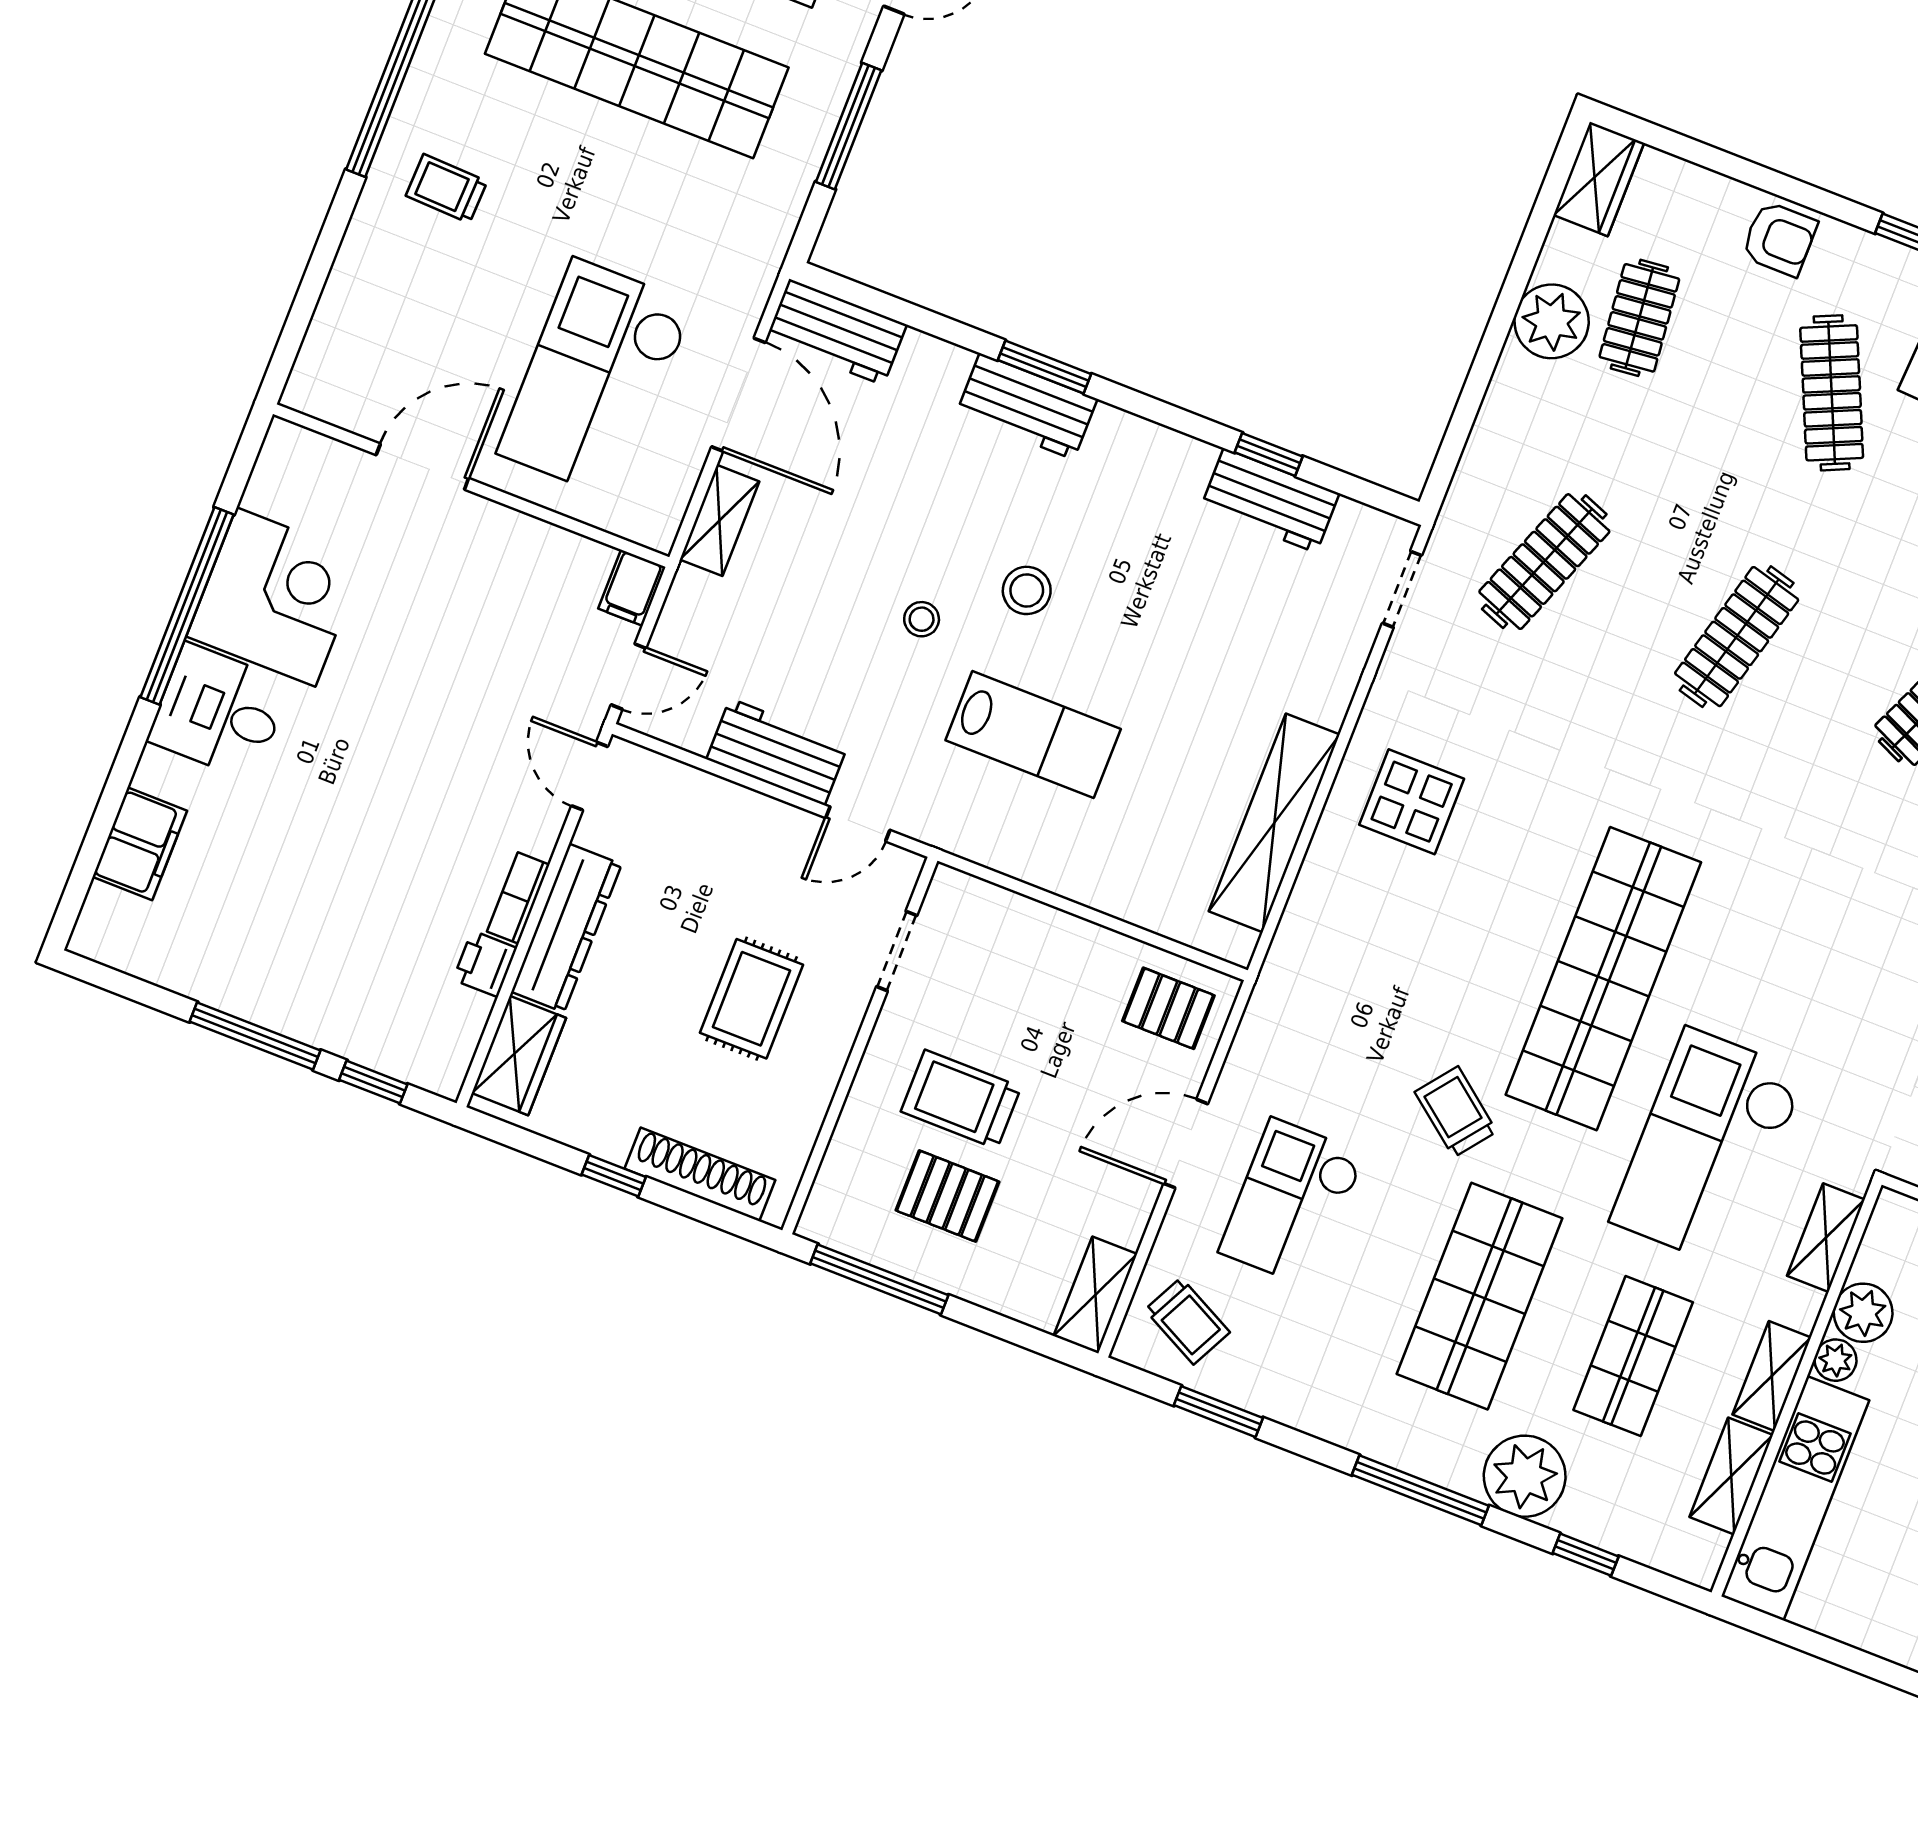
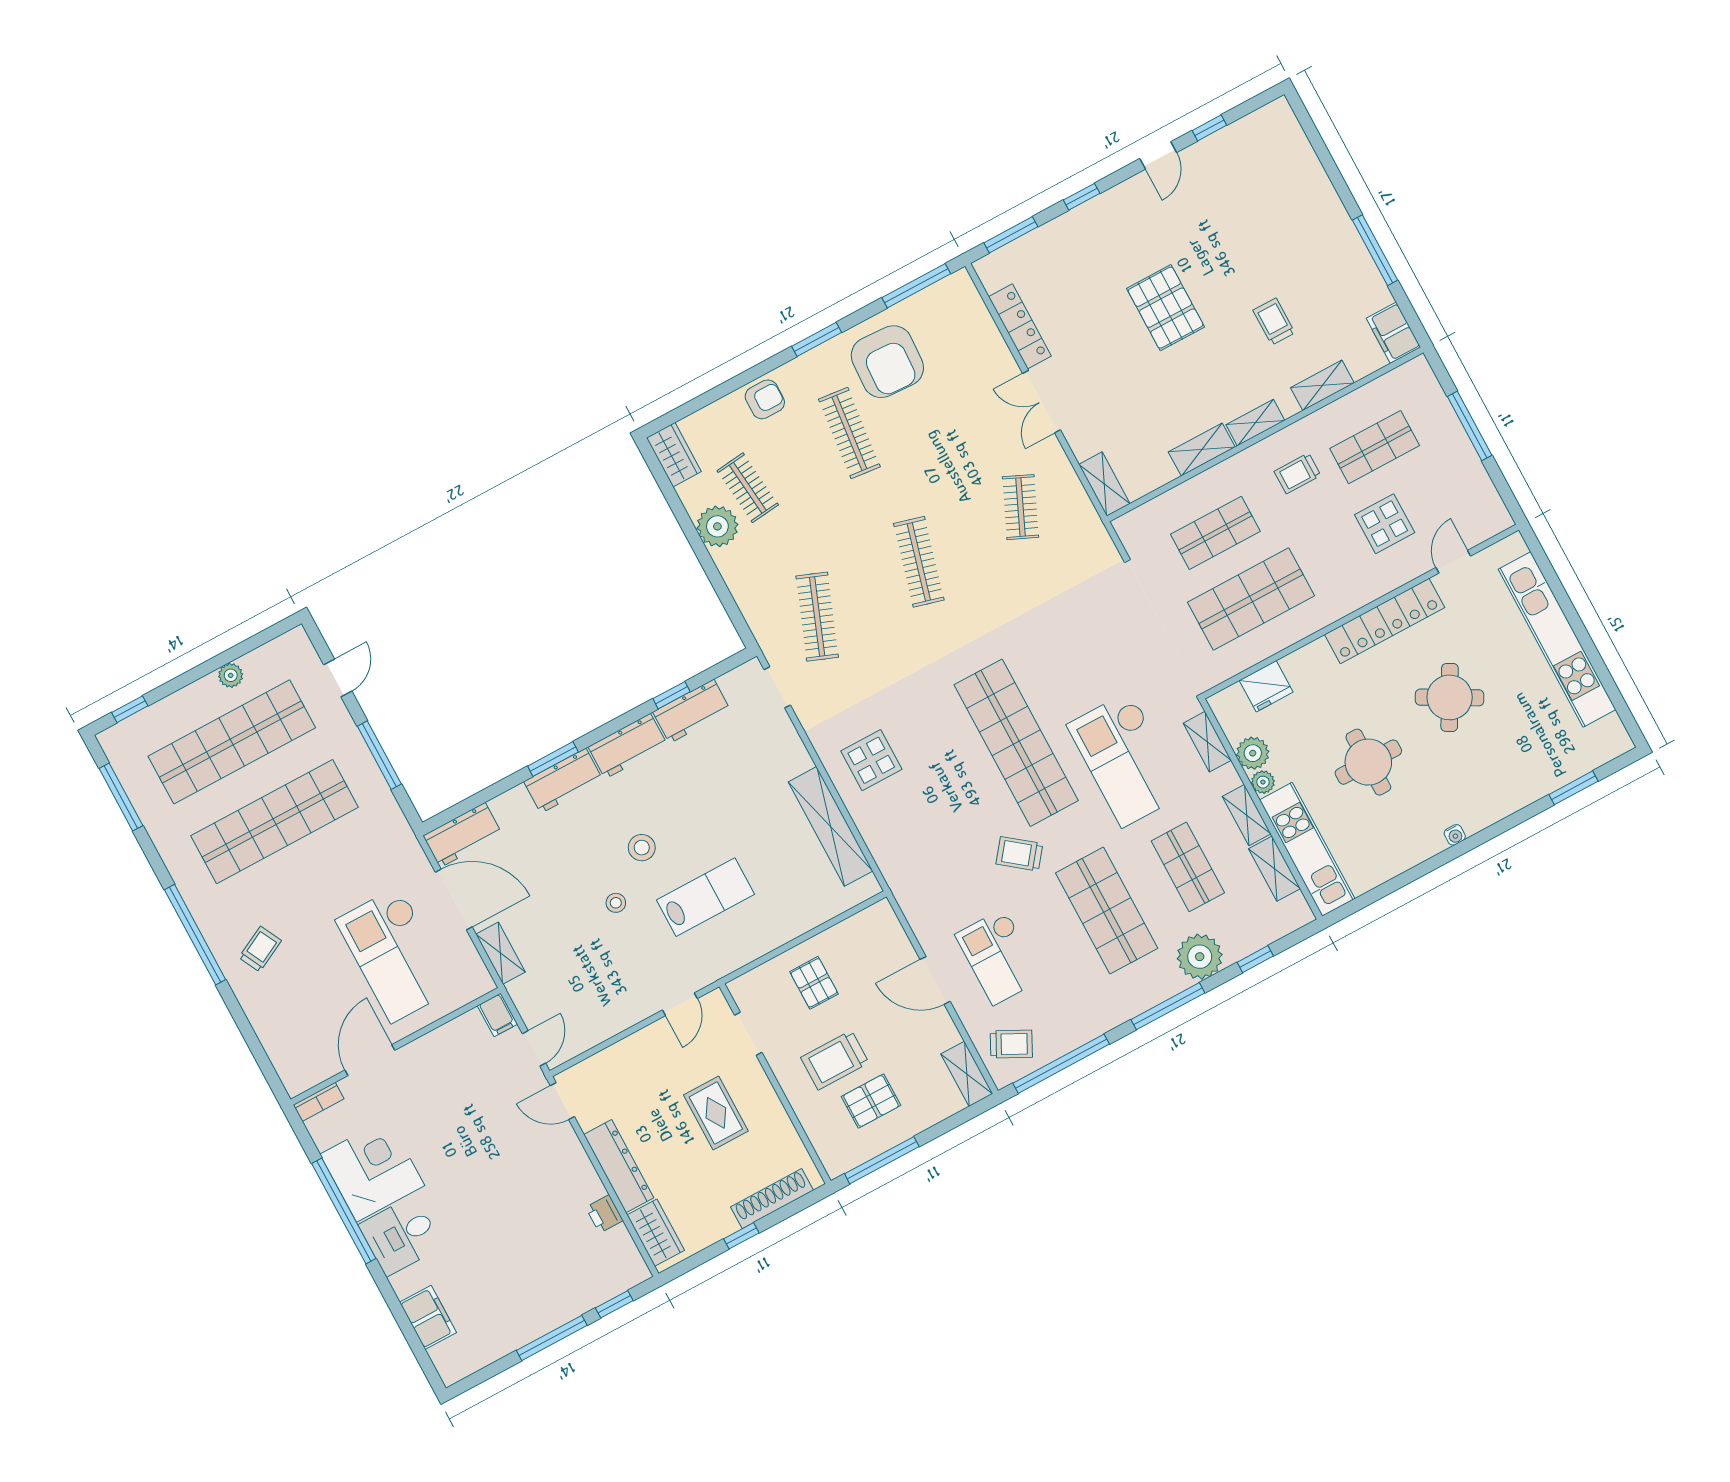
trolley: (447, 189) -> (260, 949), turned 151
clothes rail: (1832, 393) -> (849, 433), turned 30
workbench: (777, 752) -> (628, 746), moved, turned 180
bookcase: (518, 898) -> (319, 1102), moved, turned -90
pallet: (1168, 1008) -> (814, 983), moved, turned 90
door: (1186, 1144) -> (935, 980), hinge flipped
window: (1218, 1412) -> (1061, 1064), width x2.11

